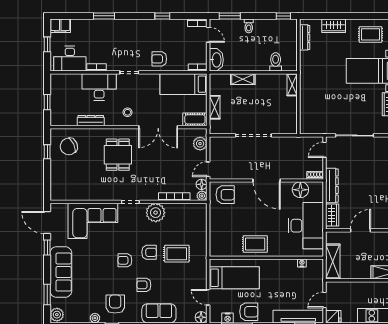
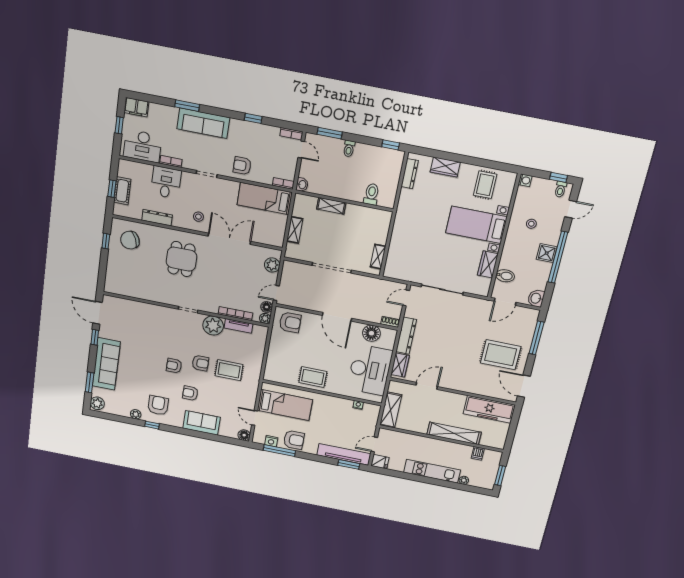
sofa: (120, 28) -> (203, 123), added
rug: (370, 34) -> (485, 185), turned 90
washbasin: (216, 60) -> (302, 185), width x0.52, depth x0.69
shelving: (292, 85) -> (378, 257), moved
desk: (99, 87) -> (166, 182), width x0.73
cot: (195, 119) -> (122, 191), moved, turned 90
double door: (158, 127) -> (229, 239), swing flipped
tv unit: (179, 208) -> (238, 326), added
corner sofa: (93, 221) -> (146, 321), removed

